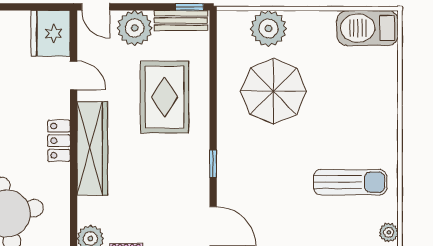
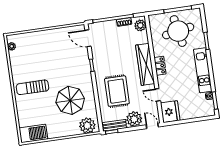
plant: (269, 28) -> (87, 126), moved
sun lounger: (350, 182) -> (33, 87), moved

